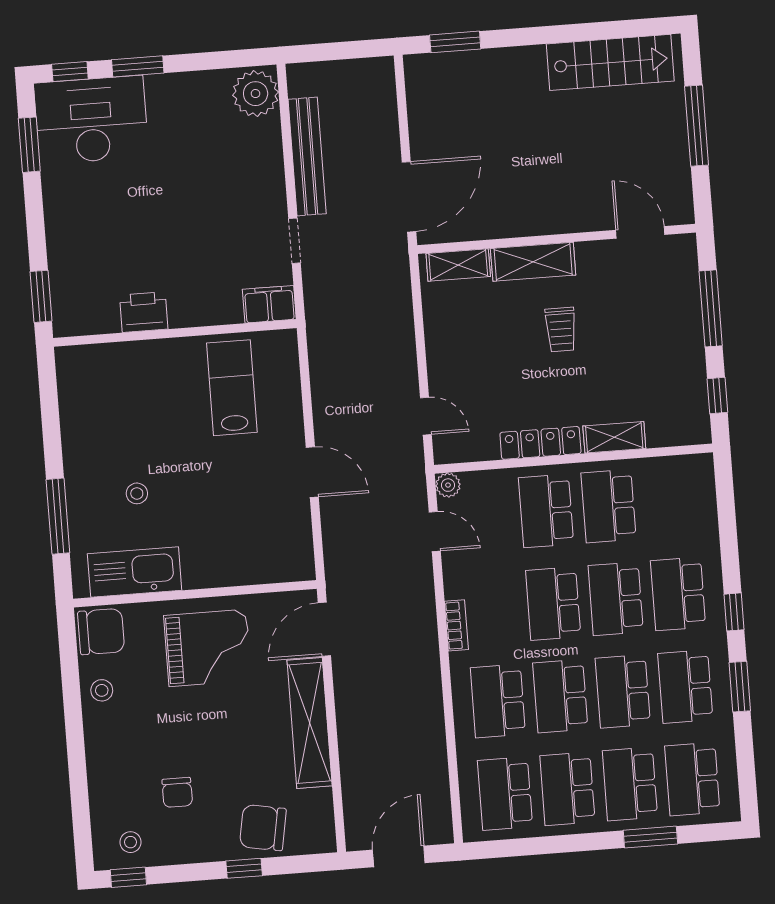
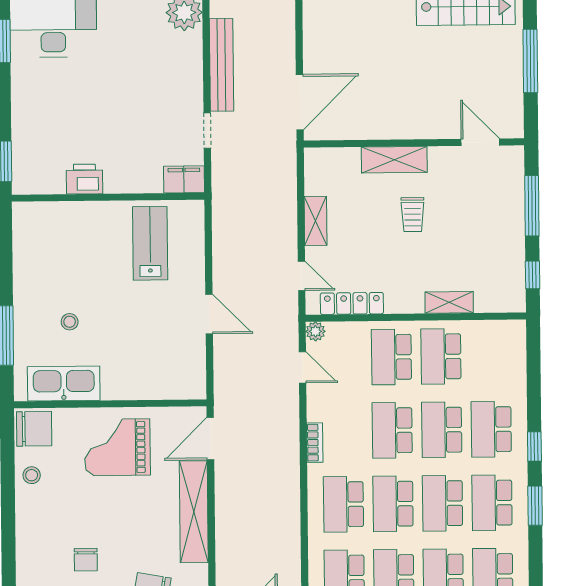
shelving: (458, 265) -> (316, 221), moved, turned 90
locker: (540, 443) -> (352, 303), moved
grand piano: (208, 648) -> (117, 447), turned 180

